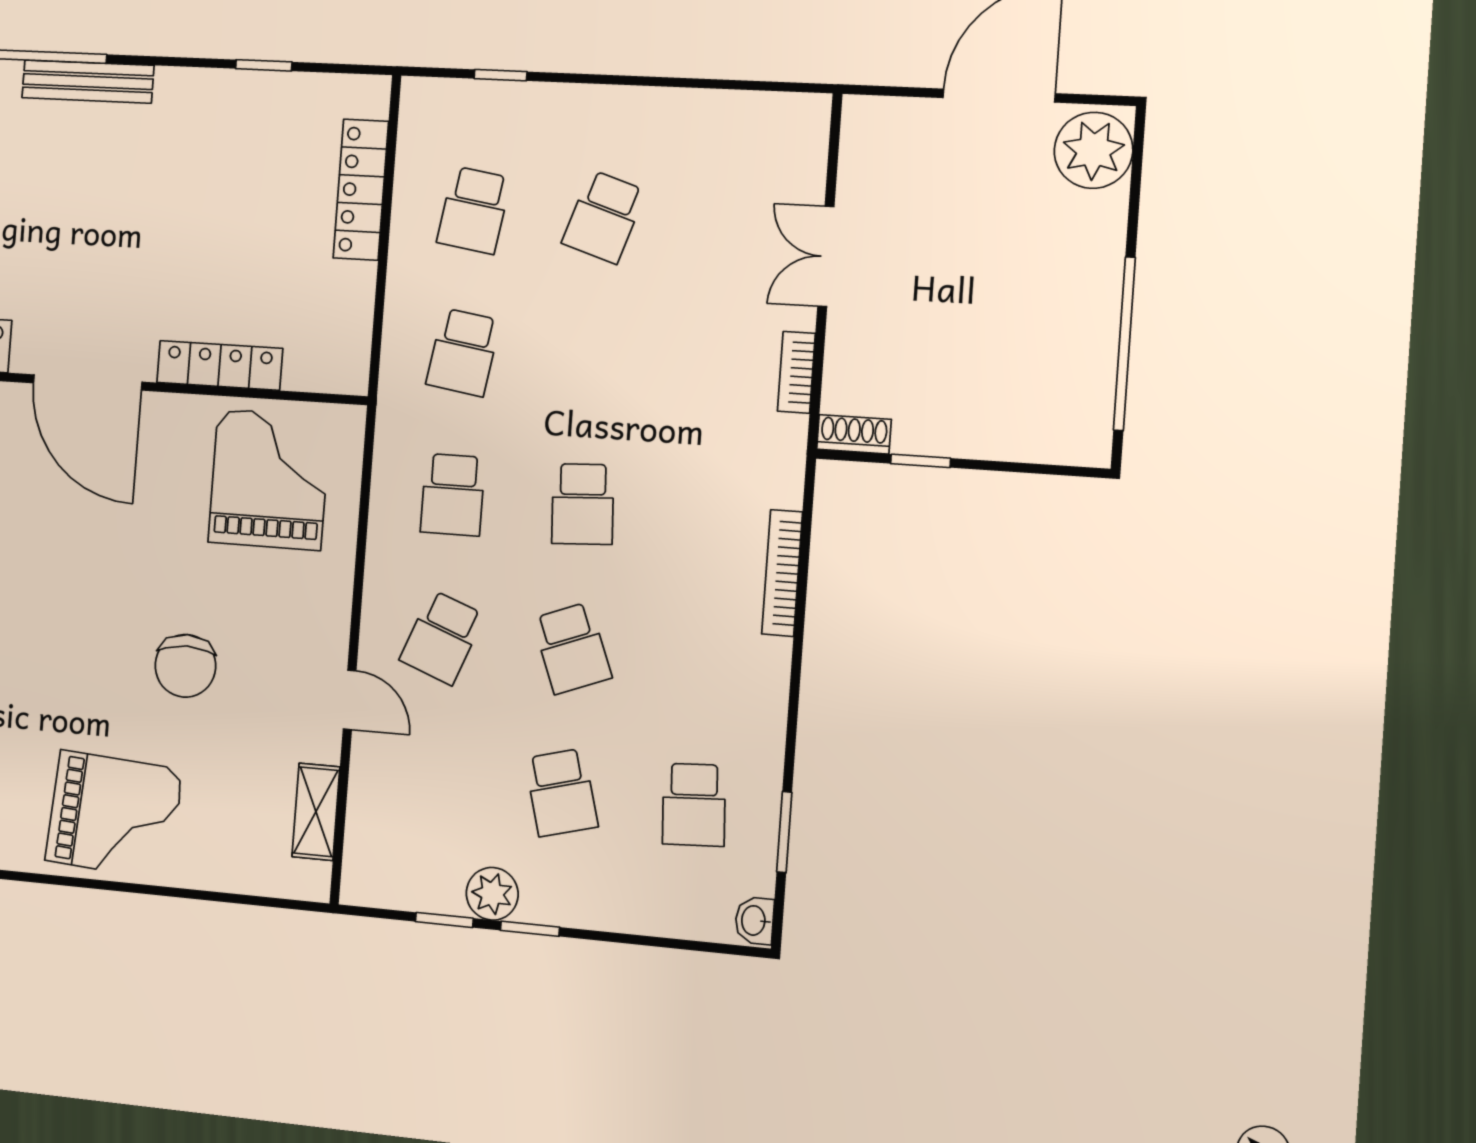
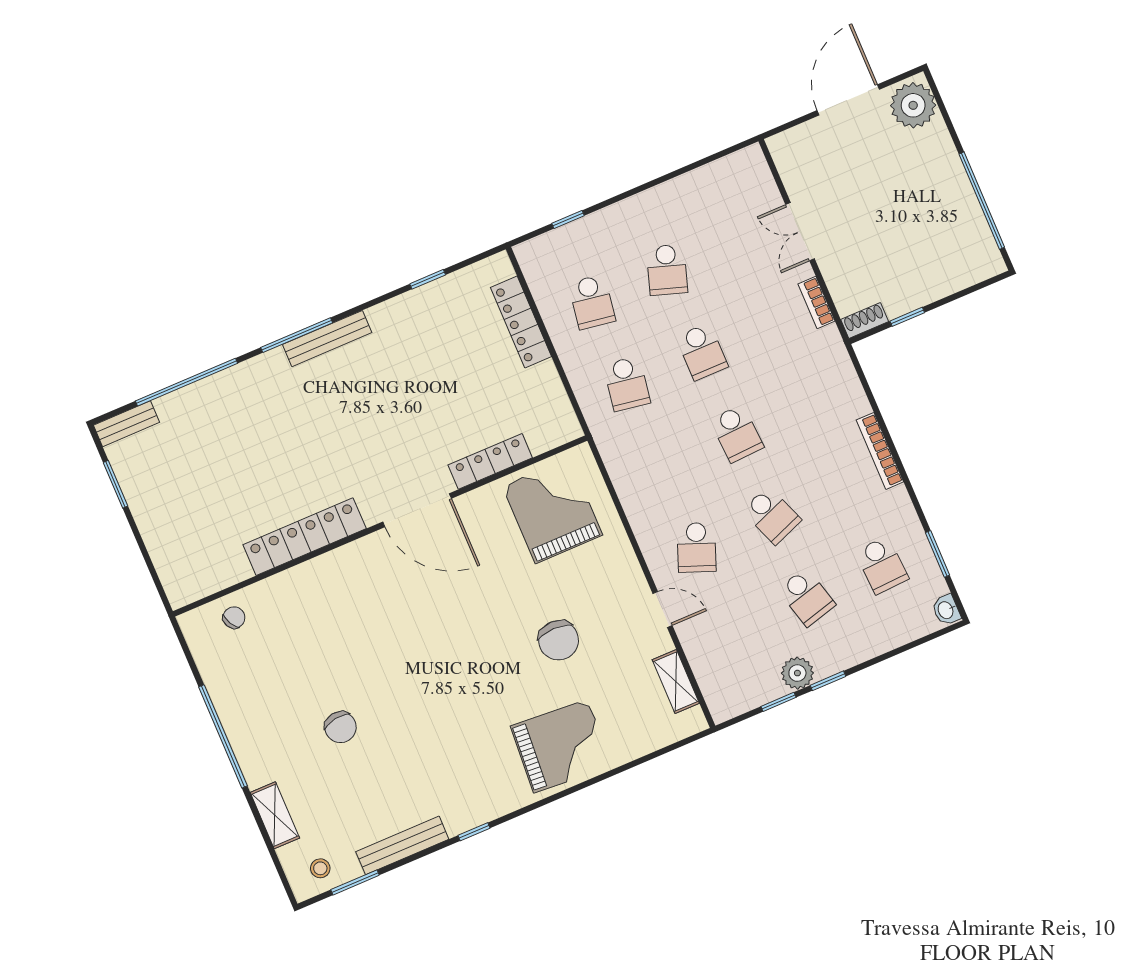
school desk: (453, 495) -> (702, 352), moved
bookcase: (782, 573) -> (880, 451), moved

